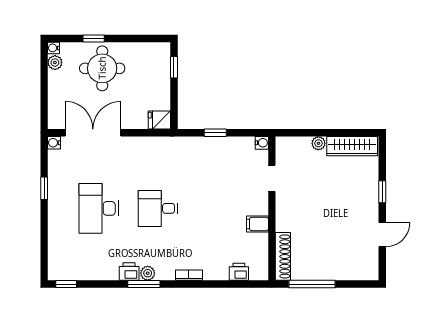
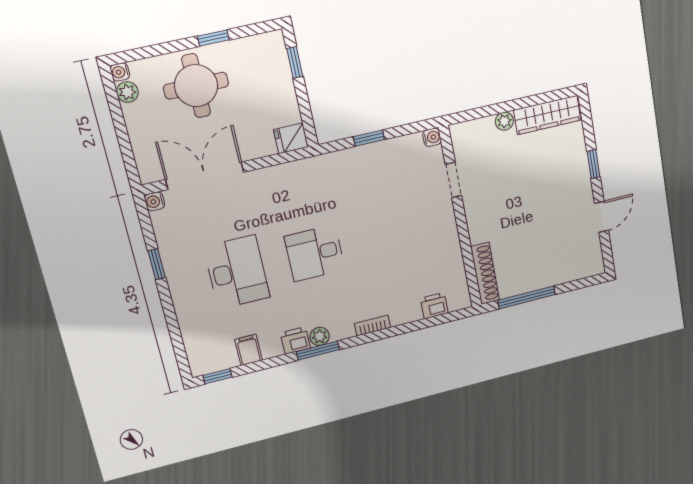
window: (94, 38) -> (213, 38), moved
desk: (99, 208) -> (237, 272), turned 180
filing cabinet: (258, 224) -> (249, 350), moved, turned 90

